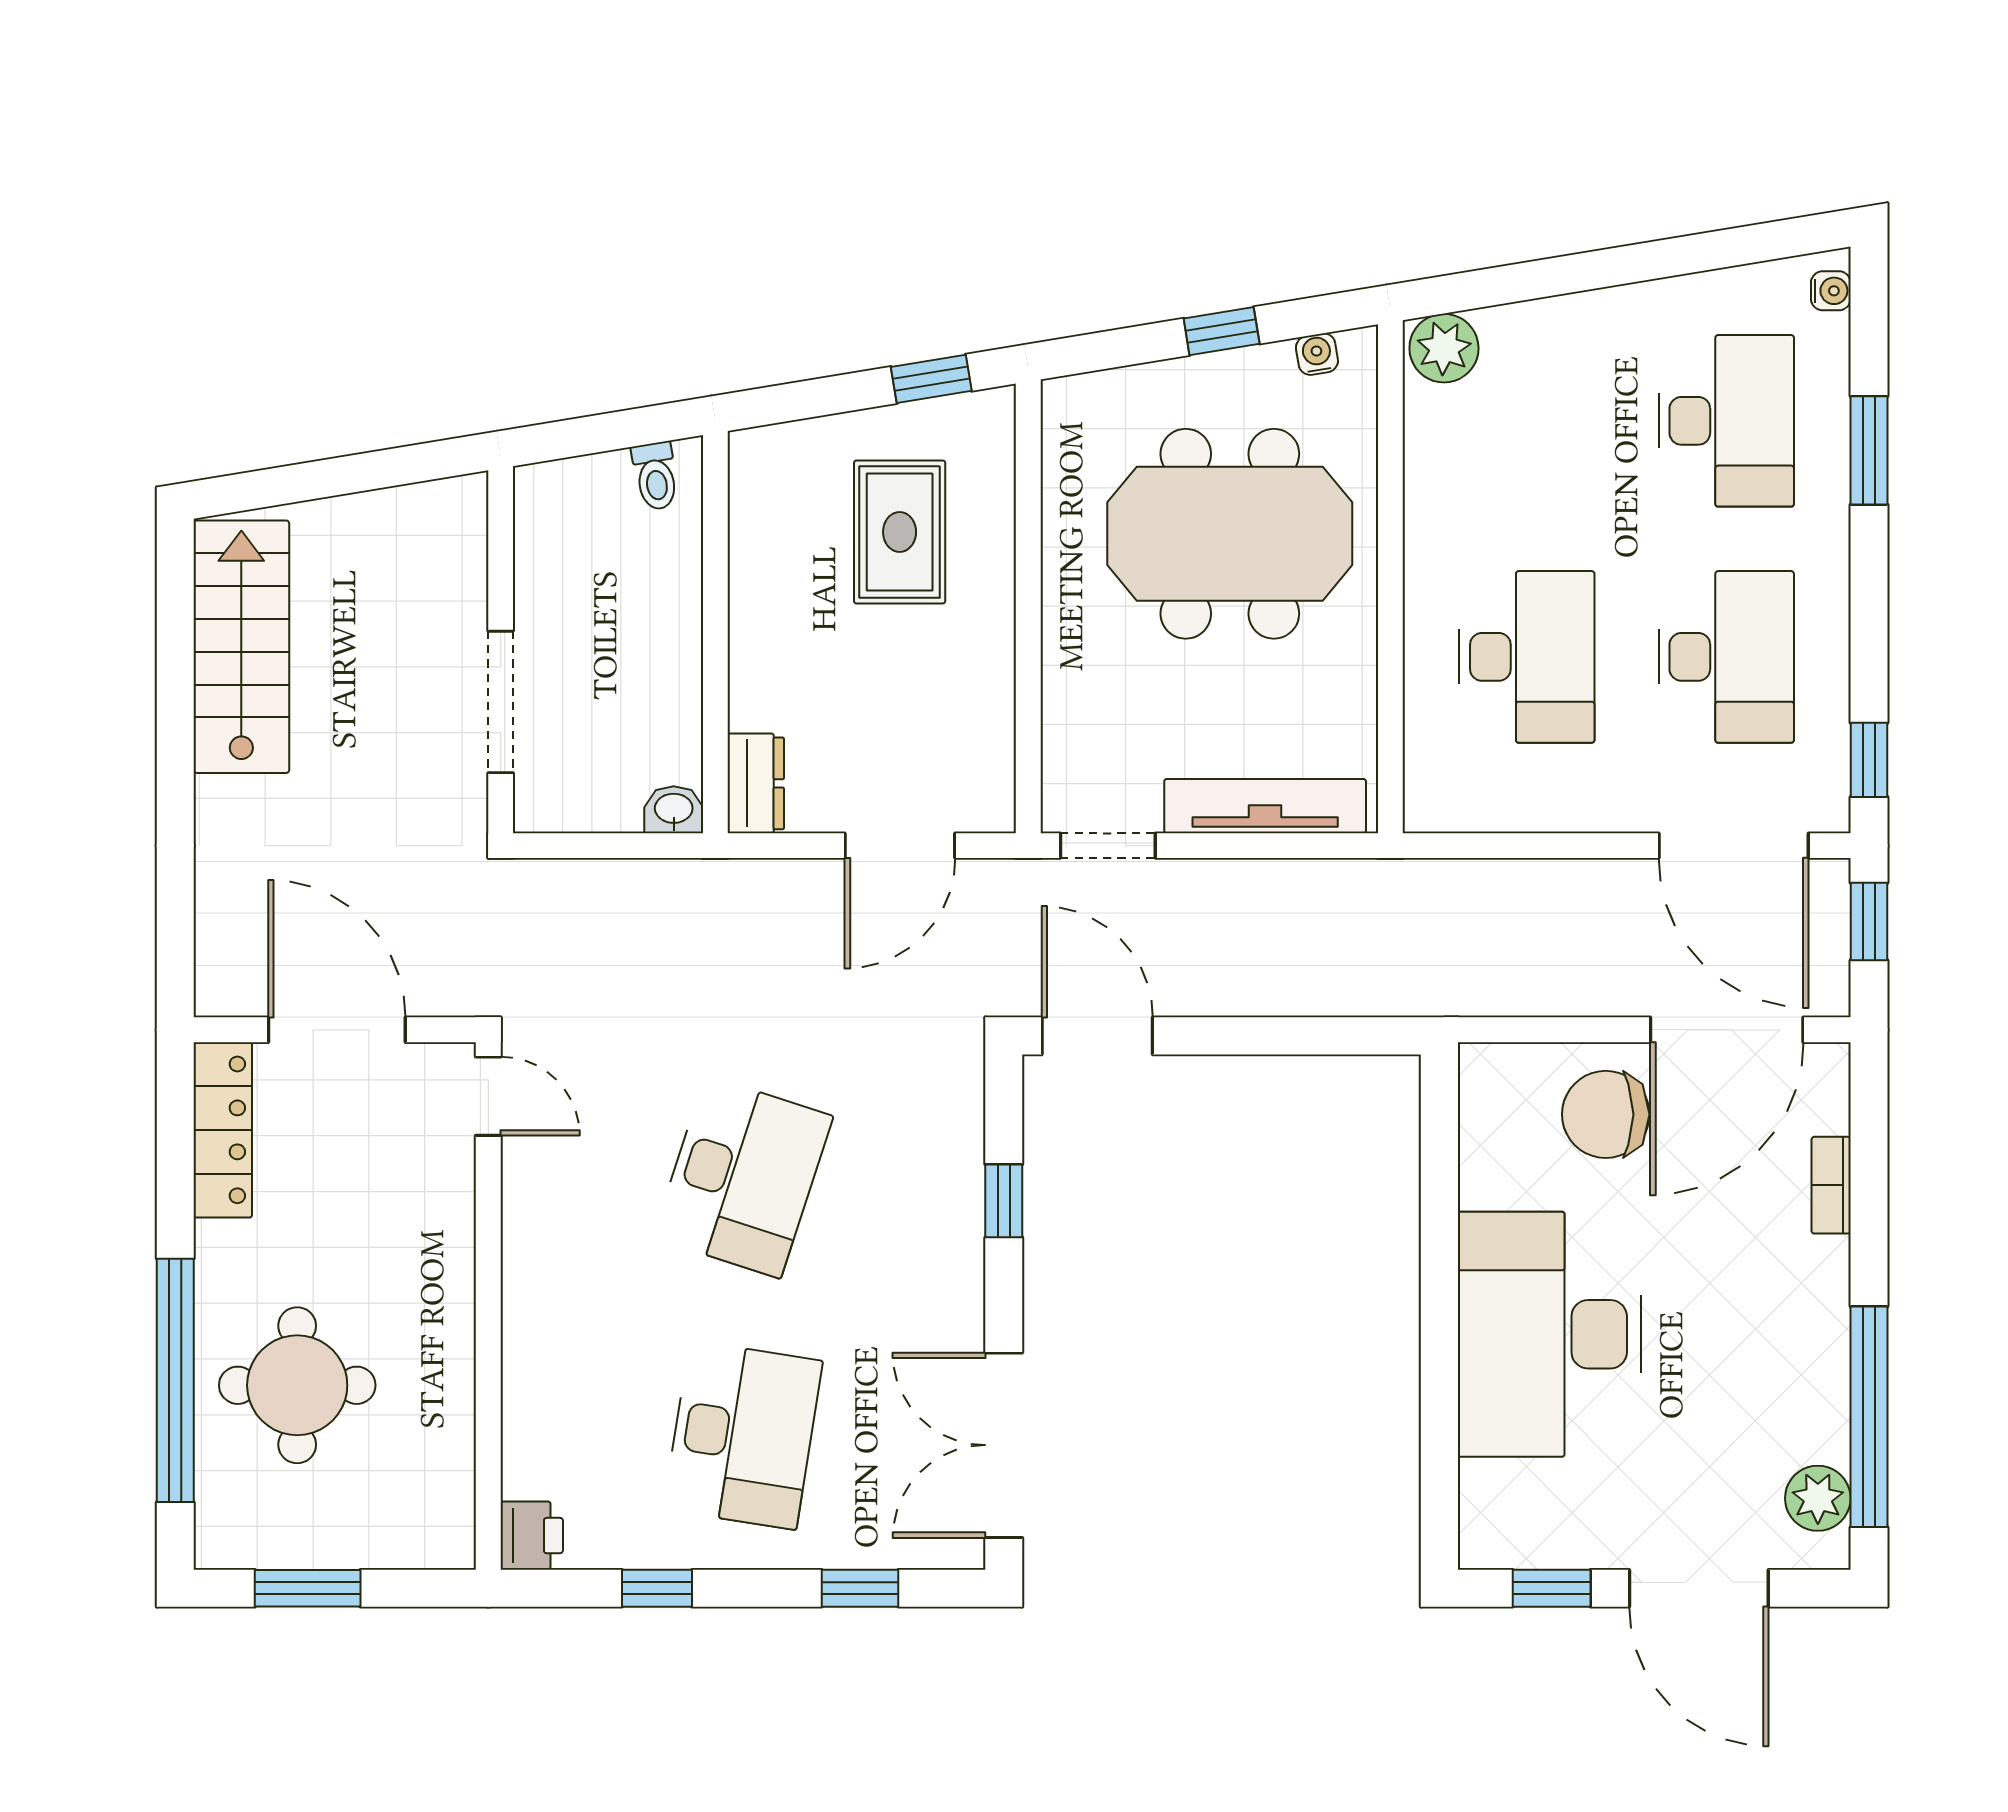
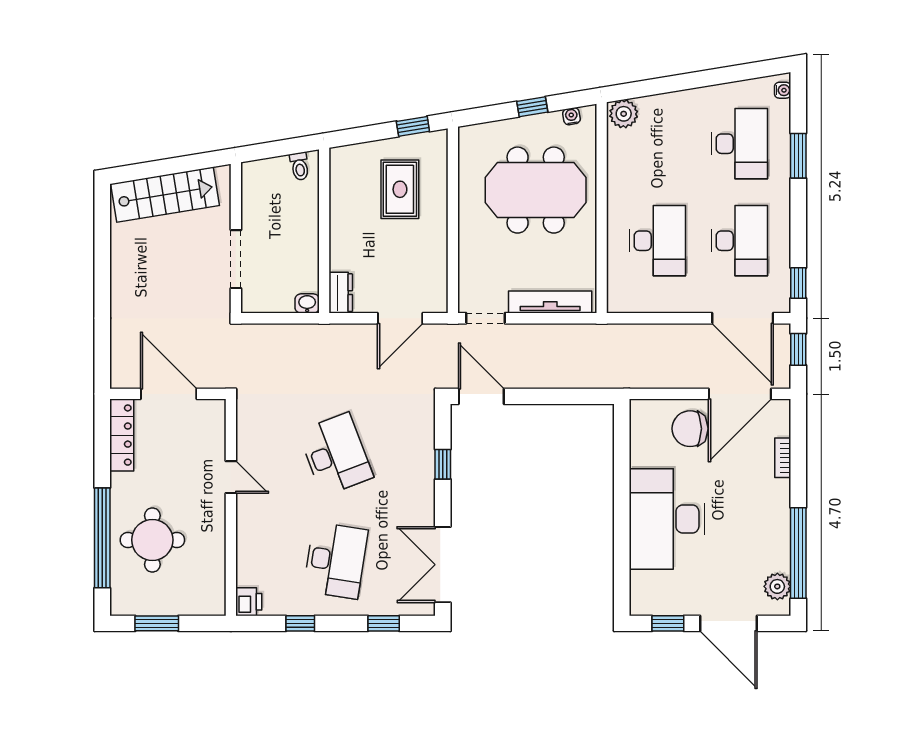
stairs: (241, 647) -> (165, 195), moved, turned 81
door: (488, 1096) -> (231, 477), moved
desk: (743, 1177) -> (336, 454), turned -39

